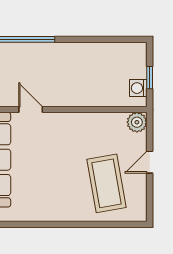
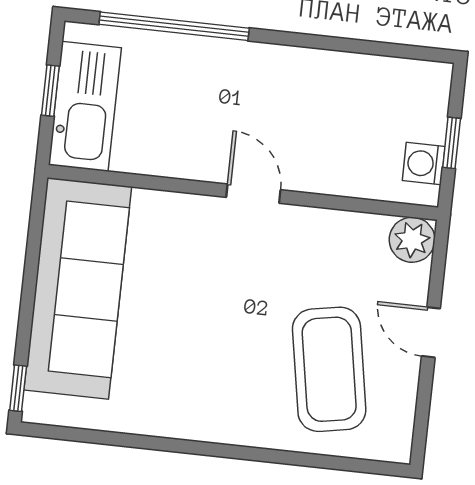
door: (31, 109) -> (253, 194), moved
door: (150, 162) -> (431, 332), hinge flipped

